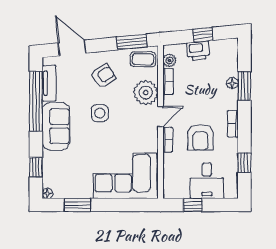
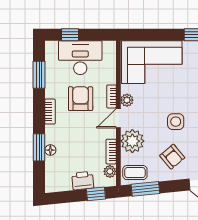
window: (203, 35) -> (96, 194), moved
armchair: (103, 76) -> (172, 157), turned -97
plant: (151, 136) -> (127, 100), added
window: (244, 163) -> (39, 75), width x1.50
desk: (207, 181) -> (80, 58), width x1.37
window: (193, 205) -> (70, 35), moved

